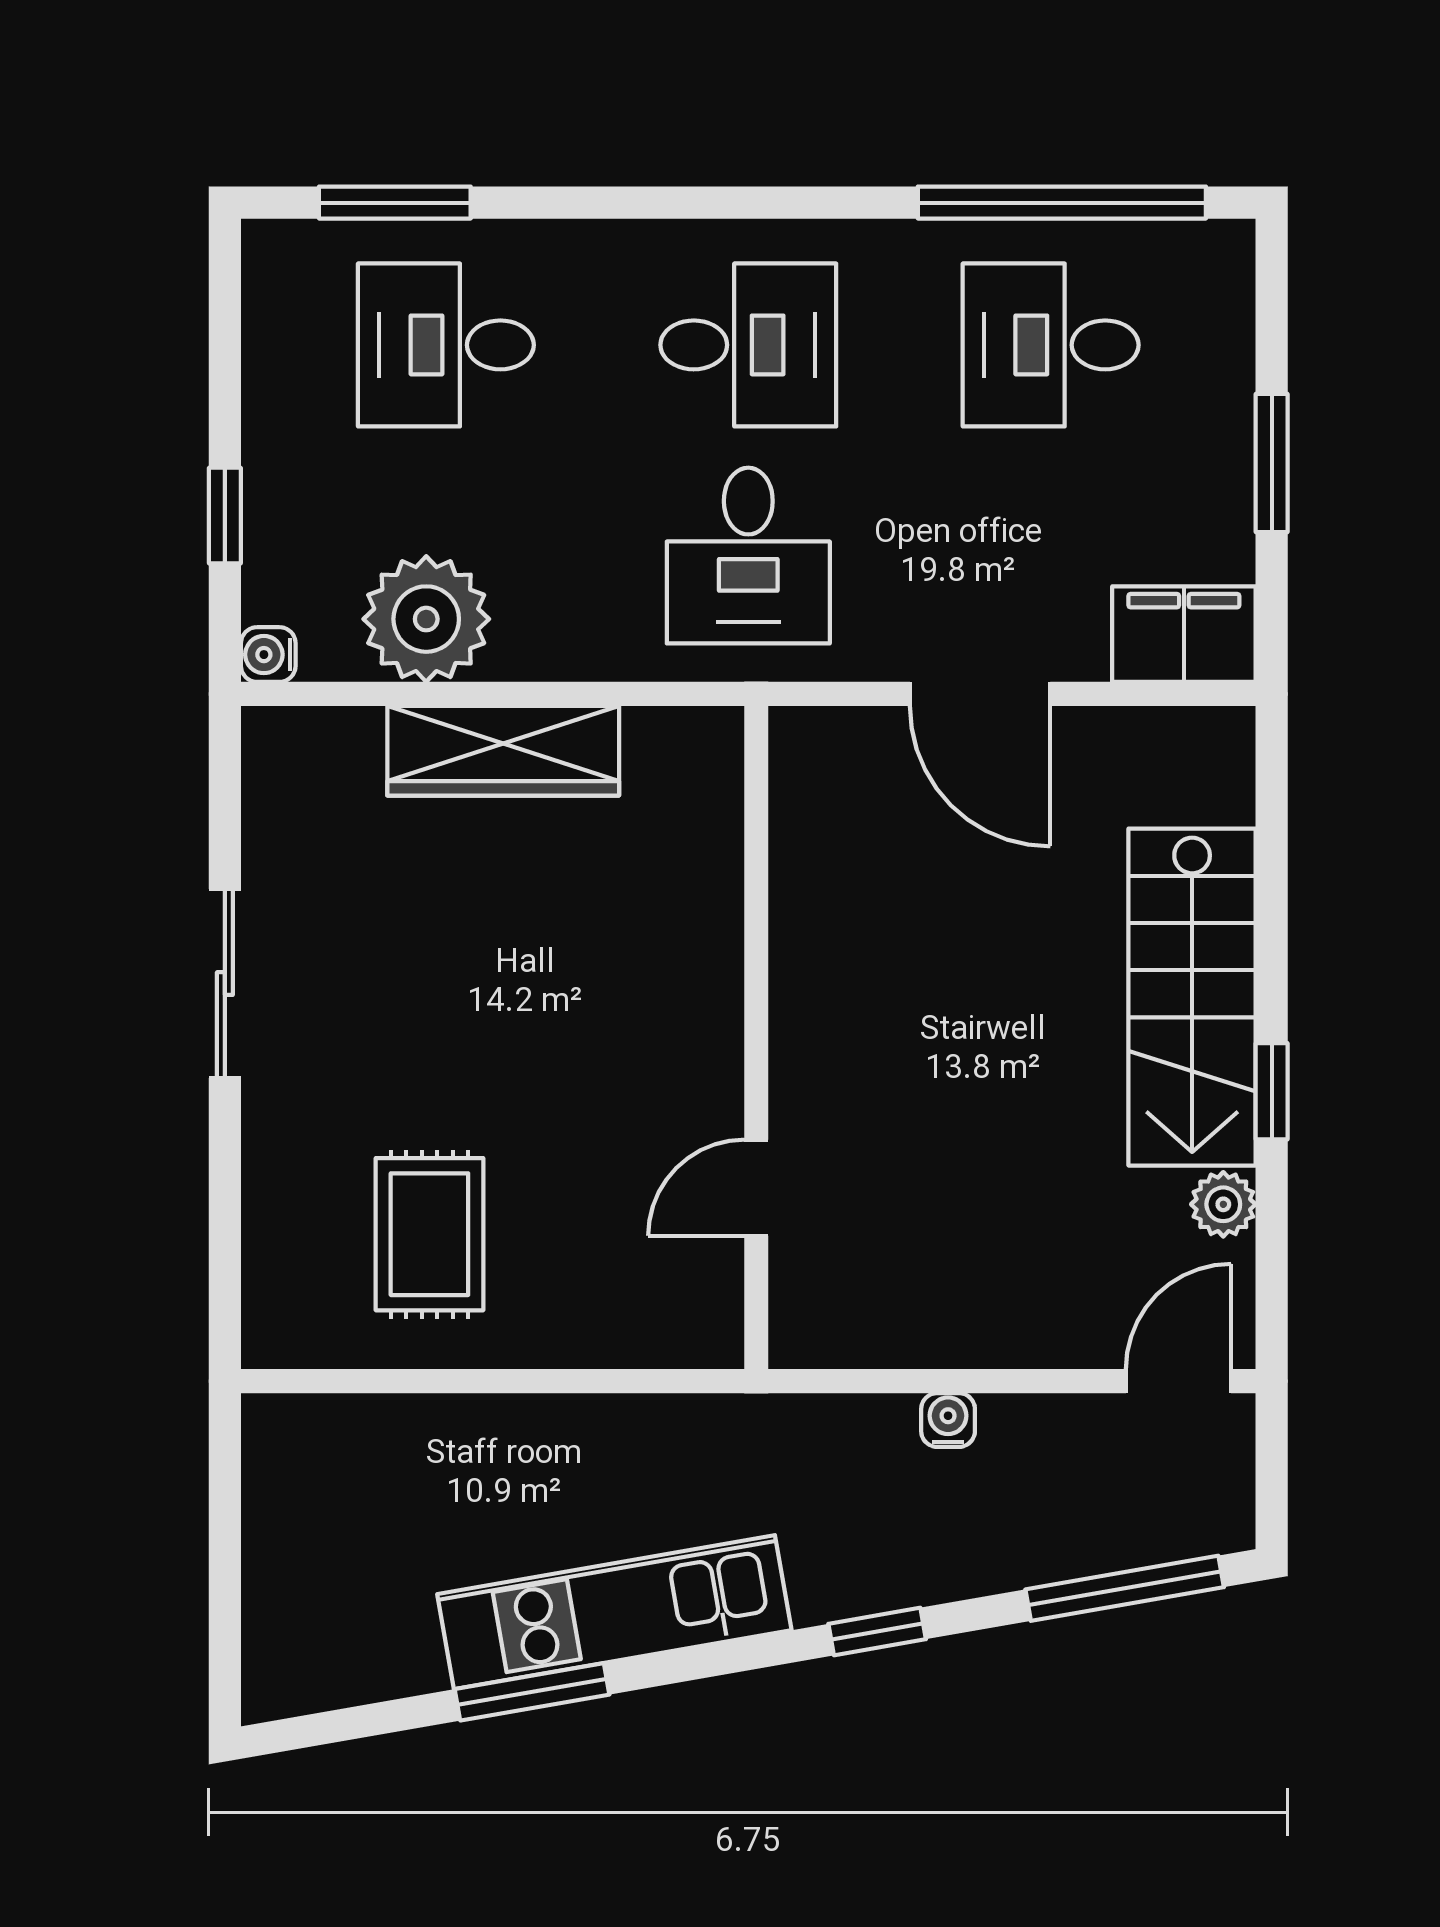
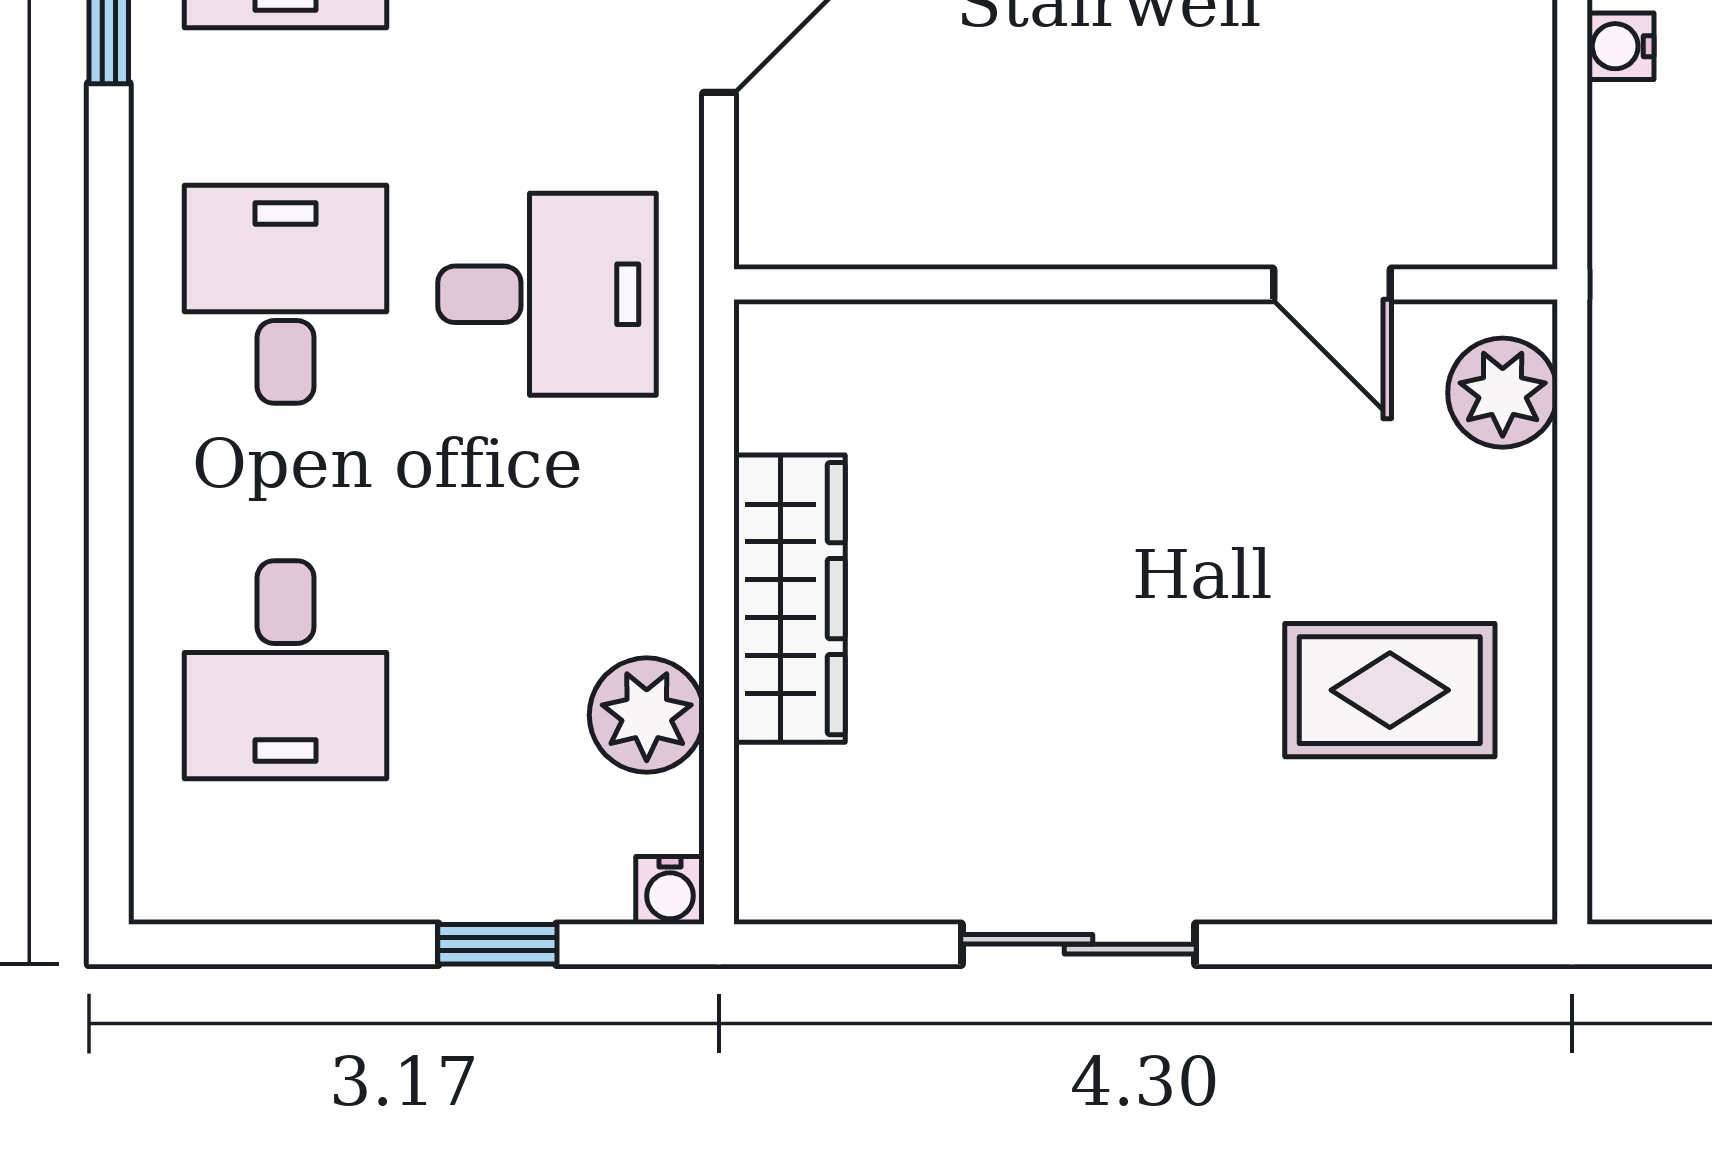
window: (395, 203) -> (109, 733), removed
plant: (426, 619) -> (647, 715), width x0.73, depth x0.73
plant: (669, 1325) -> (1503, 393), added

